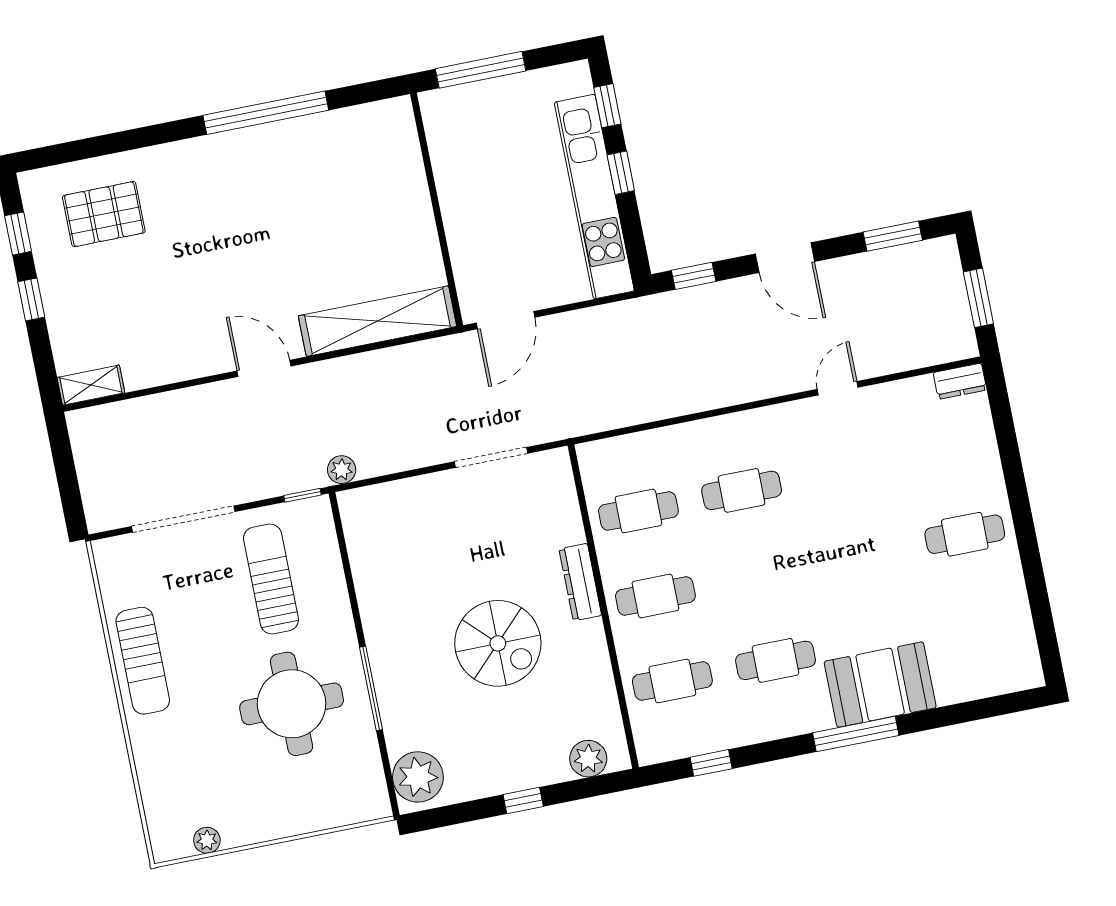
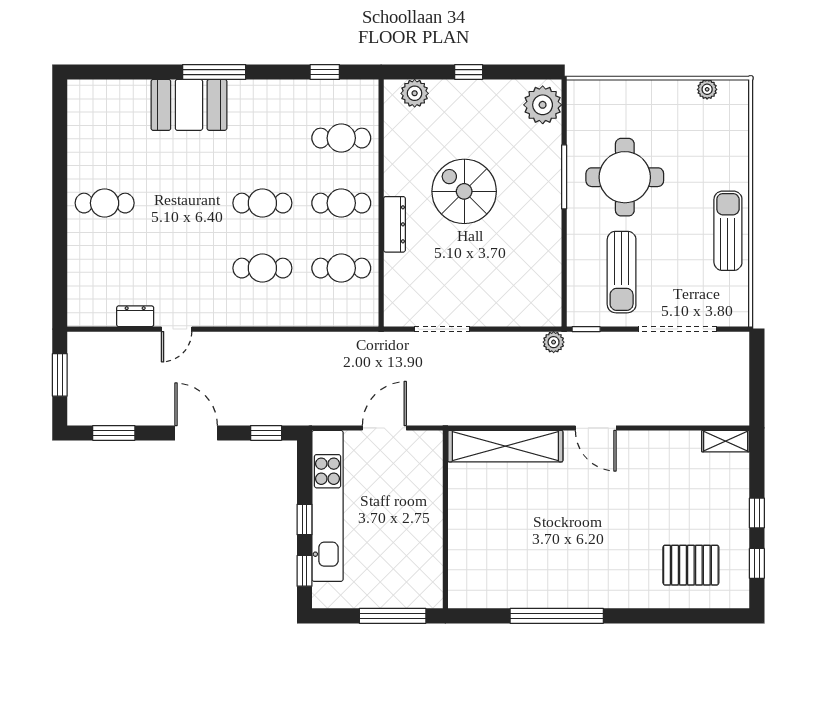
door: (505, 320) -> (384, 428), moved
dresser: (960, 381) -> (135, 316), moved
cafe table: (775, 660) -> (262, 203), moved

